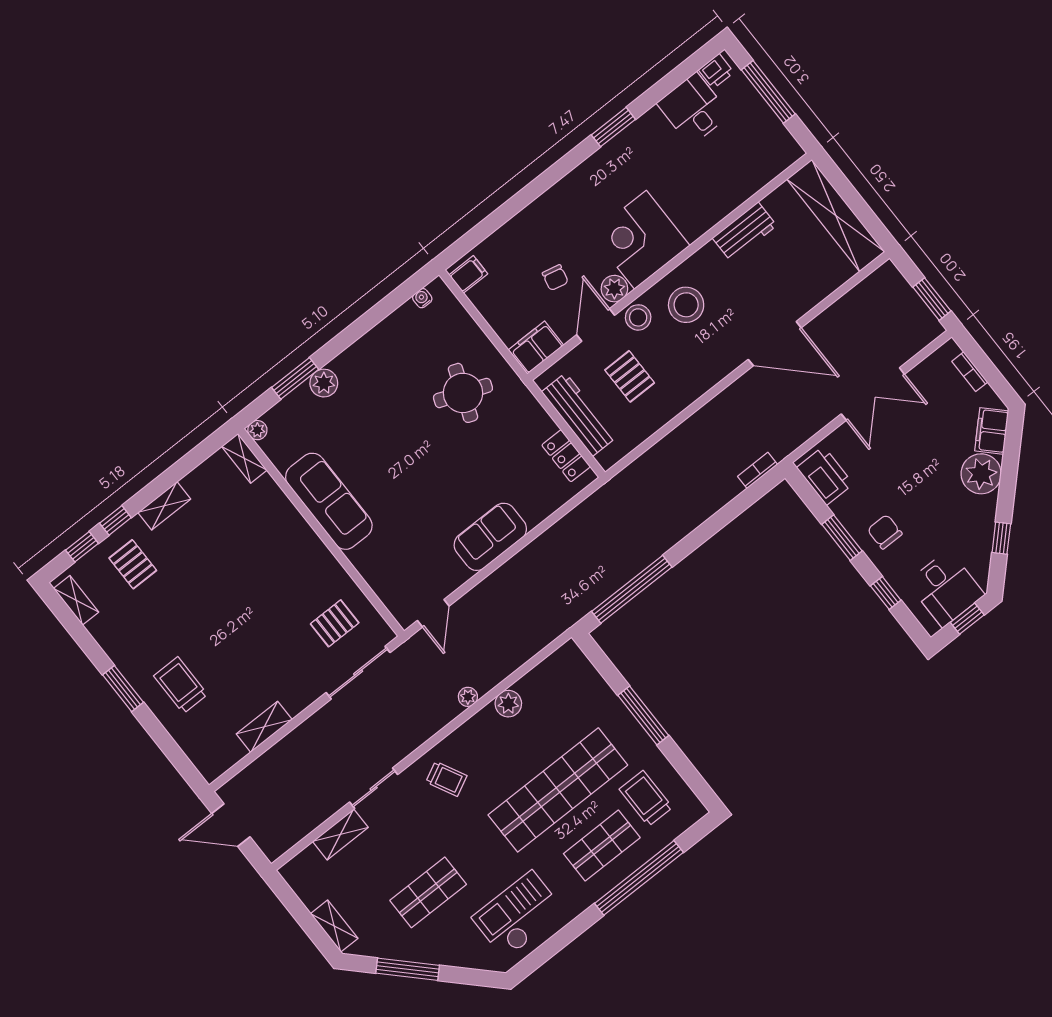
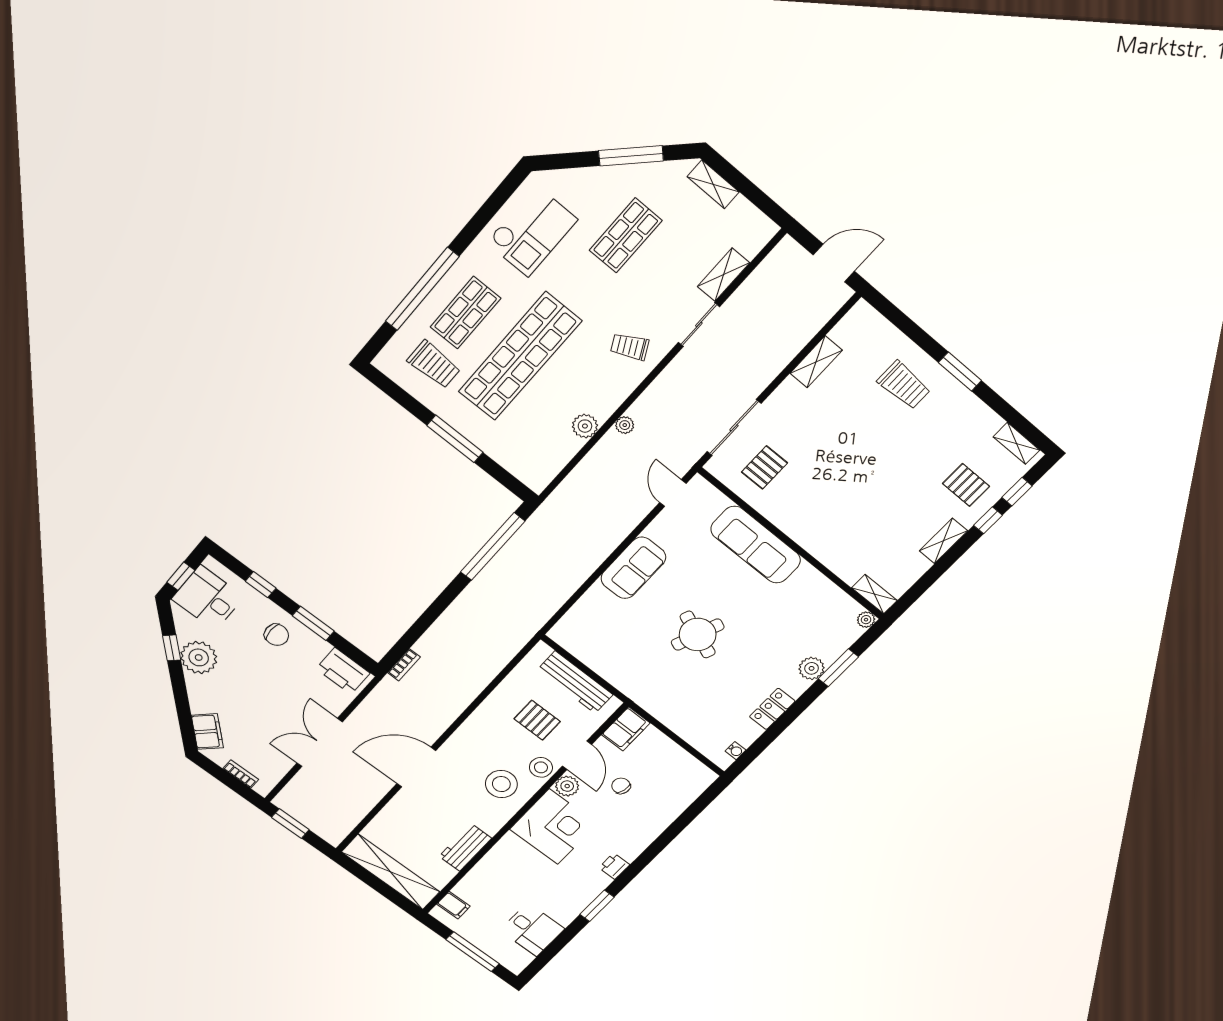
printer: (716, 71) -> (614, 866), moved
filing cabinet: (468, 274) -> (453, 905), moved, turned -90
round table: (463, 393) -> (698, 635), moved
locker: (566, 456) -> (772, 709), moved, turned -90
plant: (981, 474) -> (199, 657), moved
sofa: (329, 501) -> (756, 545), moved

